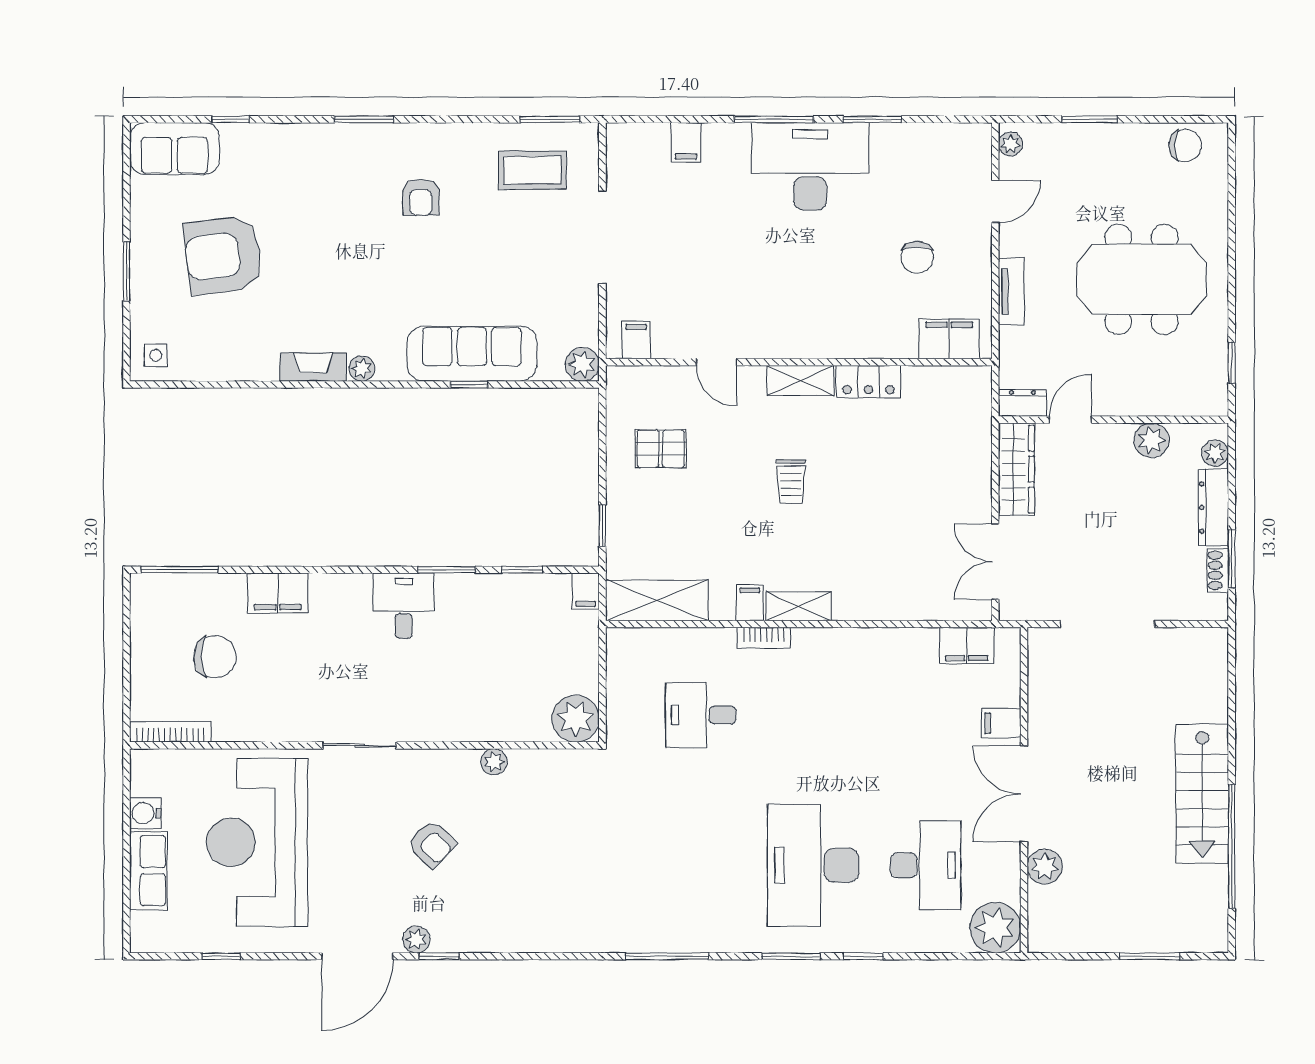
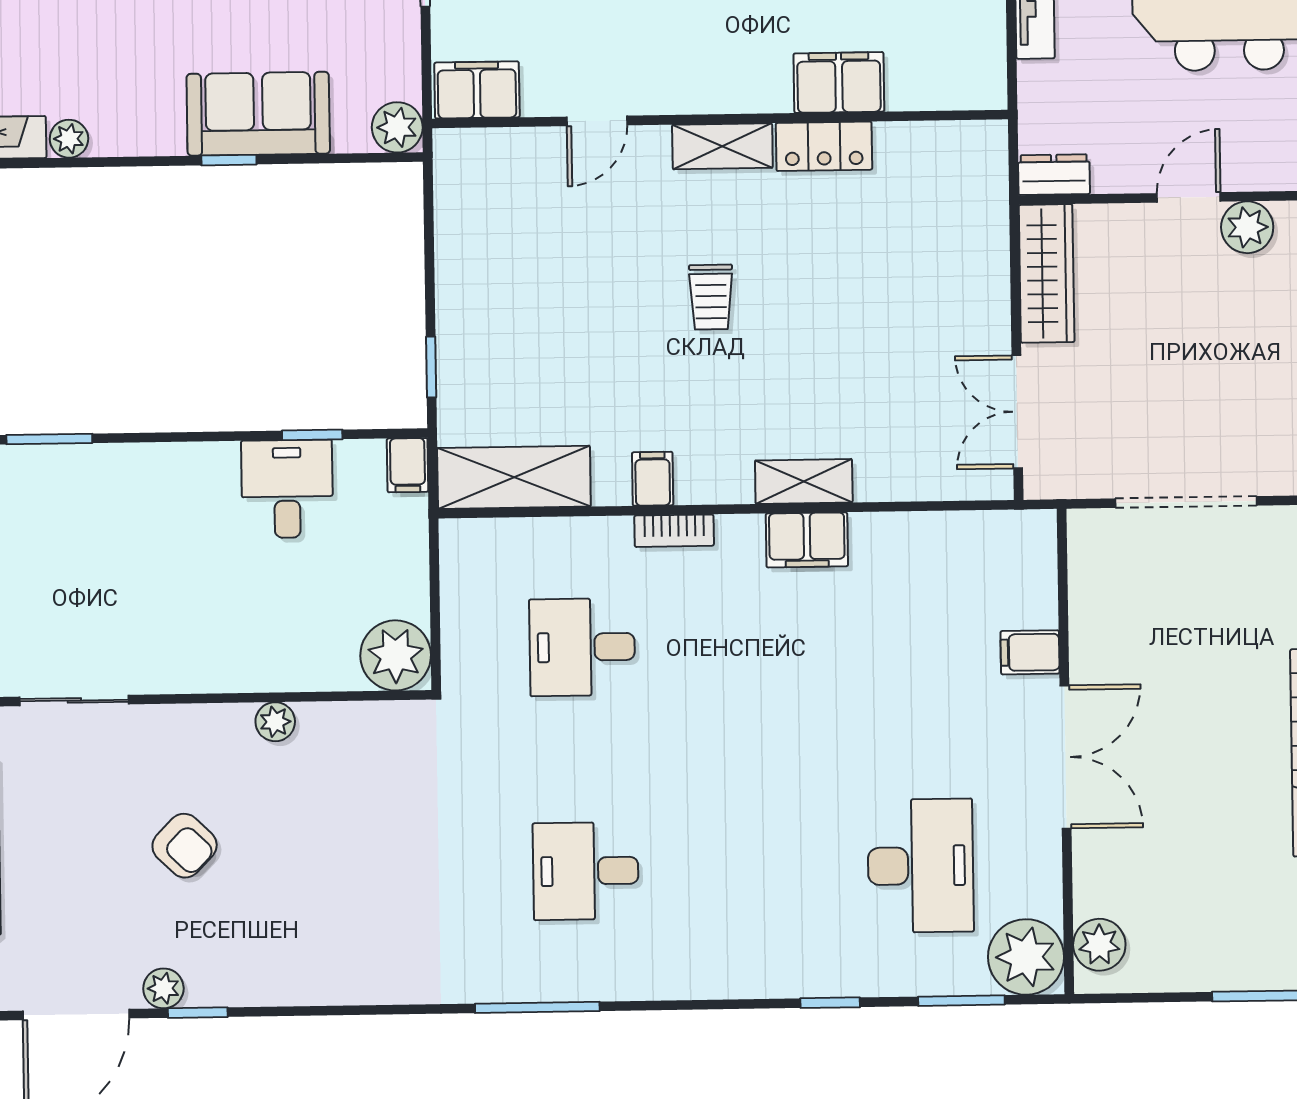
filing cabinet: (949, 339) -> (839, 82), moved
filing cabinet: (636, 340) -> (477, 90), width x2.00
sofa: (472, 354) -> (258, 114), width x0.73
door: (716, 362) -> (597, 121), hinge flipped
door: (1070, 420) -> (1189, 197), moved
pallet: (661, 449) -> (516, 251), removed
window: (447, 570) -> (49, 439), moved
desk: (404, 606) -> (287, 489), moved
shelving: (799, 606) -> (804, 481), moved
filing cabinet: (967, 645) -> (807, 540), moved
double door: (1024, 794) -> (1066, 757), swing flipped
desk: (813, 865) -> (586, 871), moved, width x0.53, depth x0.77
plant: (1045, 867) -> (1099, 945), moved
window: (791, 956) -> (961, 1001), moved

